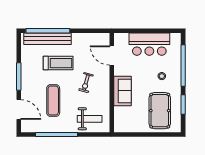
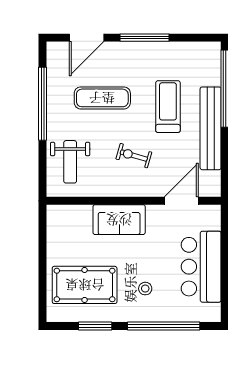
bench: (47, 39) -> (211, 128), moved
treadmill: (58, 63) -> (168, 107), turned 180

